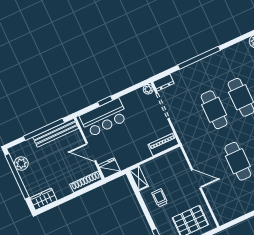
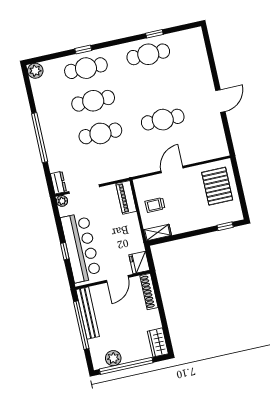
bar counter: (104, 118) -> (81, 248), width x1.36
trolley: (160, 198) -> (155, 205), moved

